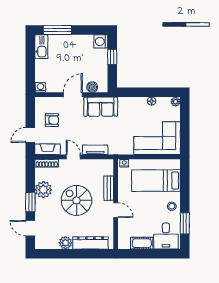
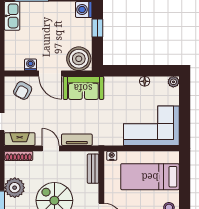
washing machine: (40, 87) -> (31, 65), moved
boiler: (92, 87) -> (79, 59), width x1.86, depth x1.86
door: (73, 95) -> (50, 73), swing flipped
armchair: (52, 120) -> (23, 90), moved, turned 118
bench: (109, 188) -> (93, 169), moved

